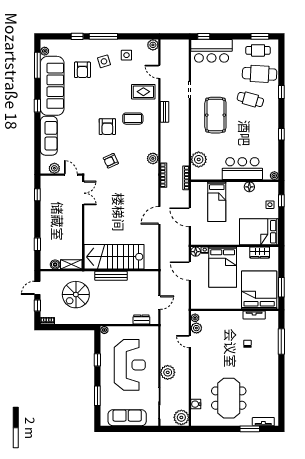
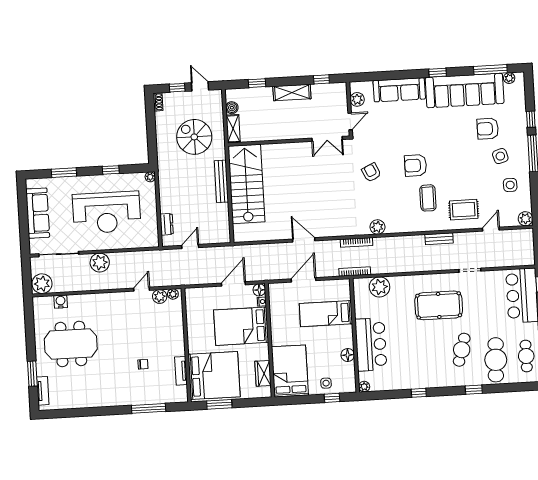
rug: (143, 92) -> (464, 210), turned 90
shelving: (46, 218) -> (292, 93), added
door: (159, 303) -> (190, 246), swing flipped

